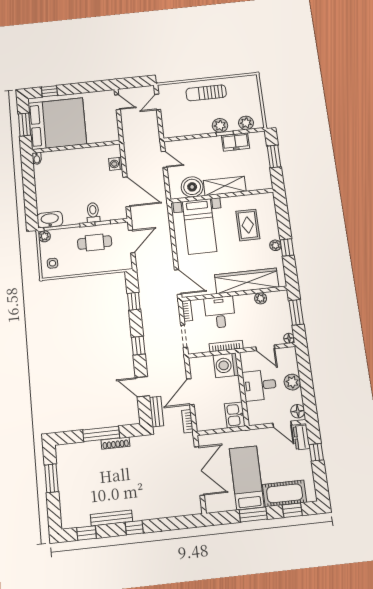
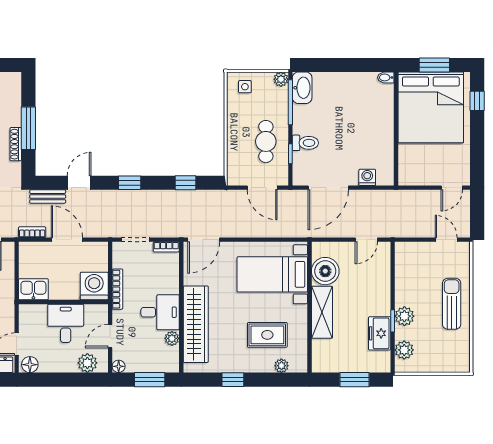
plant: (275, 245) -> (281, 366), moved
desk: (220, 312) -> (160, 312), moved
plant: (292, 382) -> (87, 363), moved

